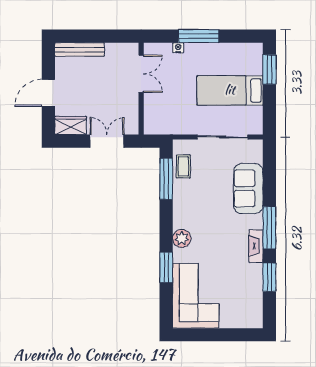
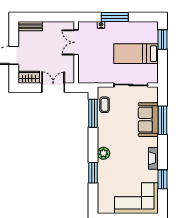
bench: (79, 50) -> (30, 26), width x0.73
double door: (141, 74) -> (76, 42), swing flipped
window: (269, 228) -> (162, 120), moved
corner sofa: (196, 296) -> (136, 198), moved, turned -90

